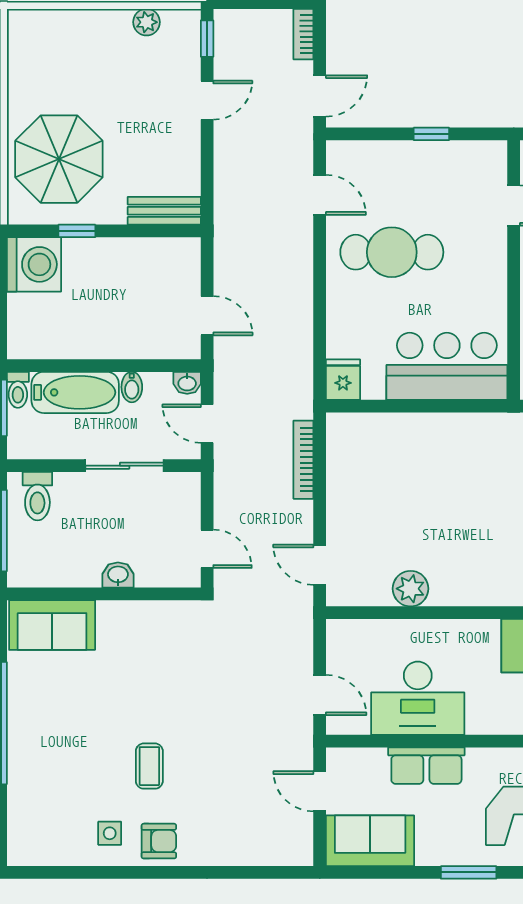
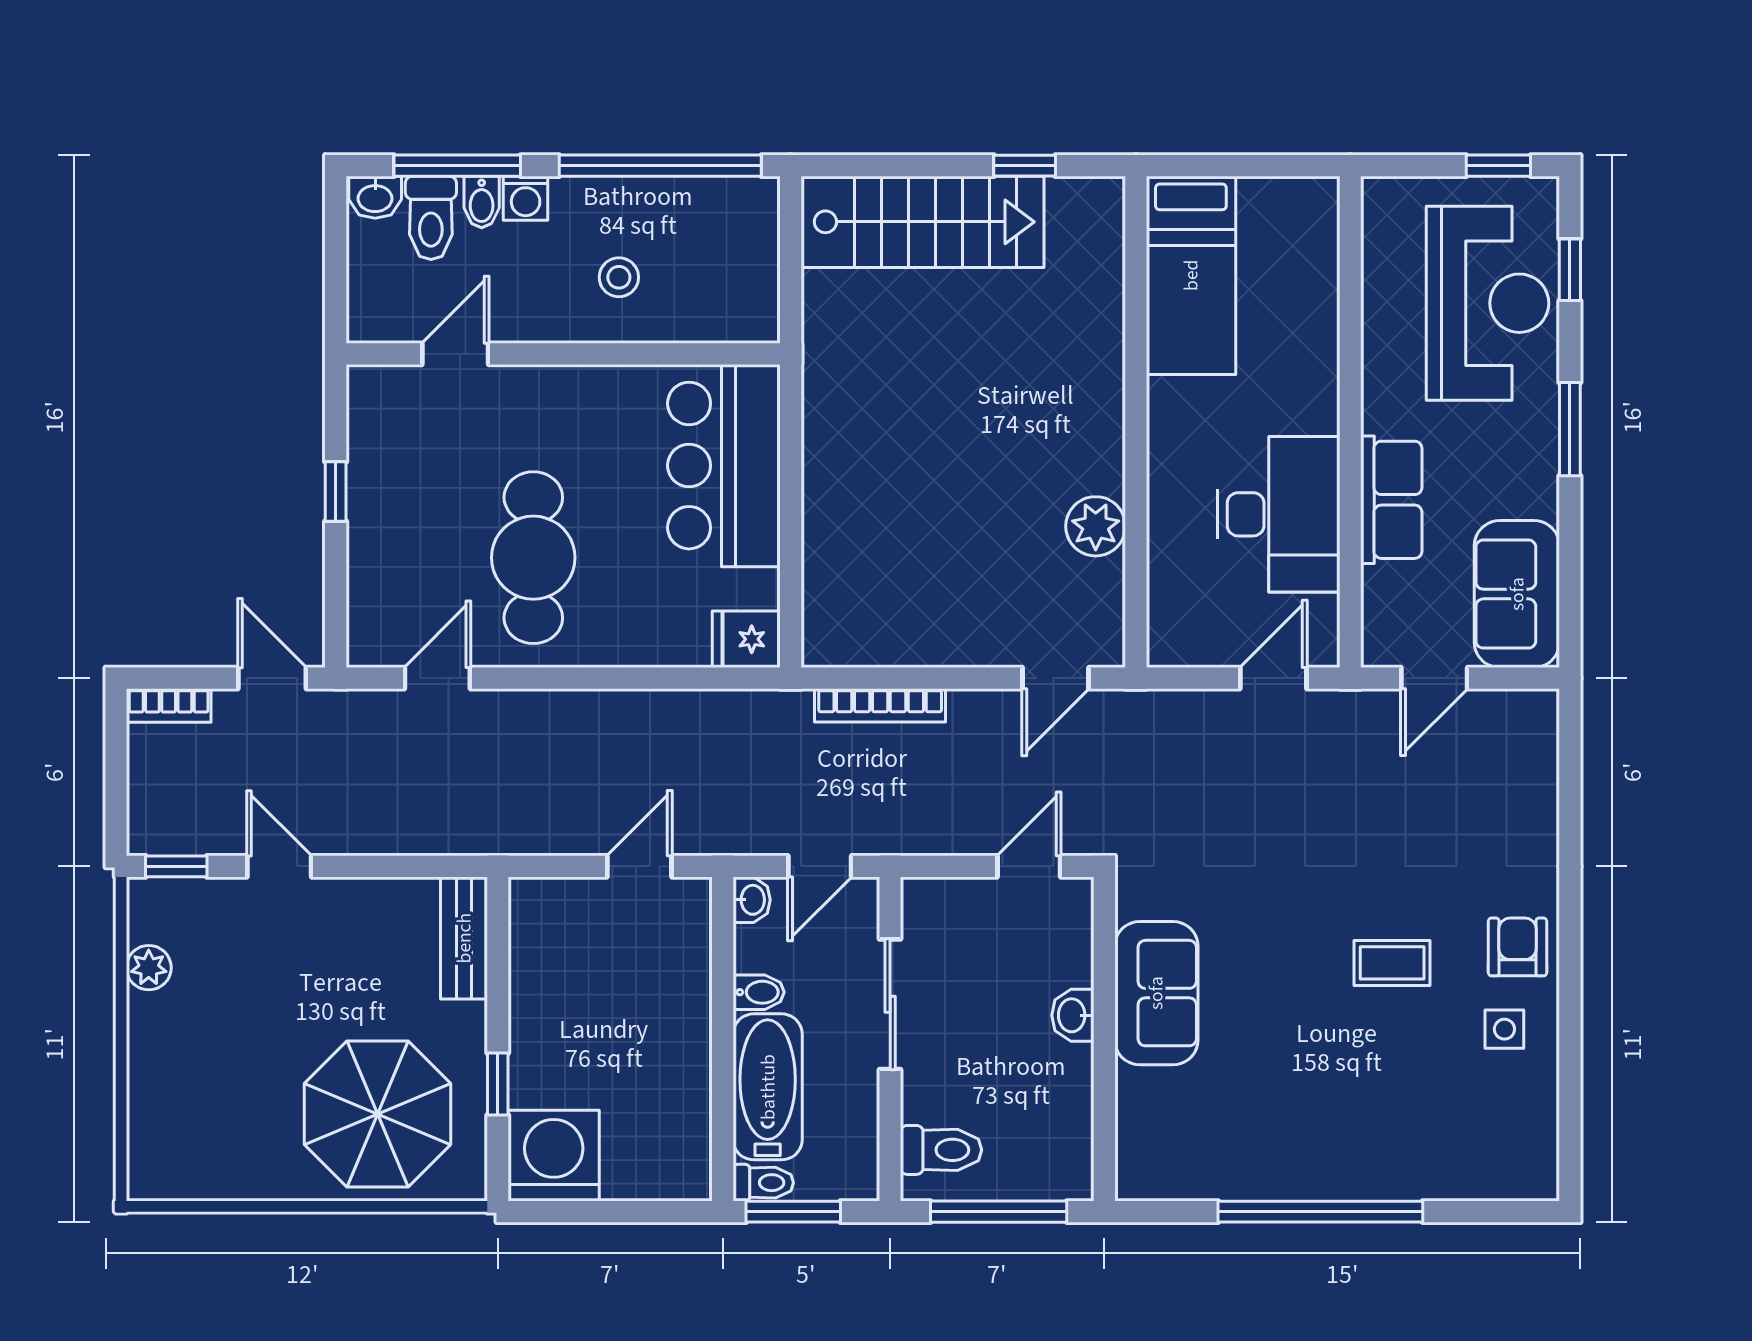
sofa: (52, 625) -> (1156, 993), moved

